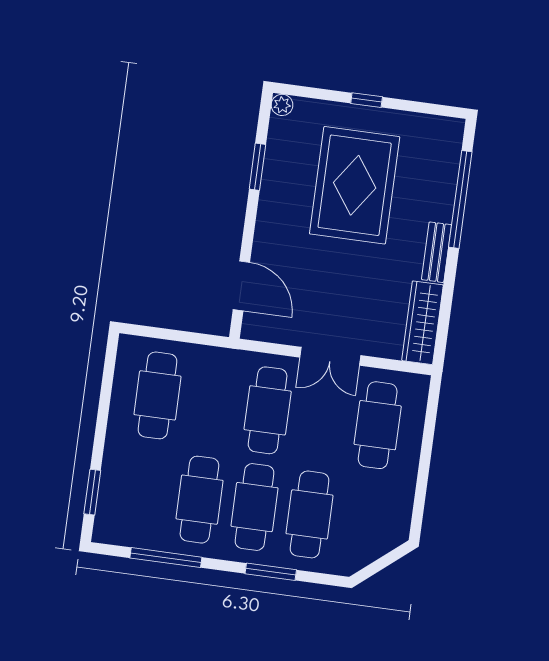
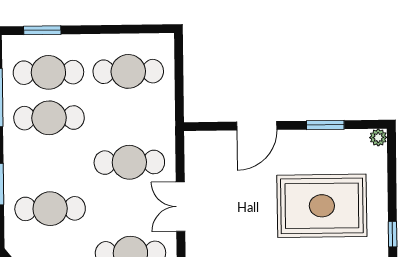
window: (367, 100) -> (393, 234), moved
door: (241, 286) -> (257, 126), moved
cafe table: (254, 507) -> (48, 72), moved

